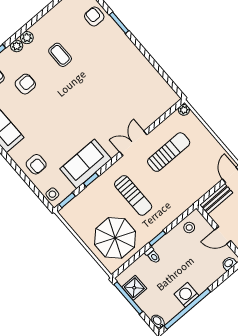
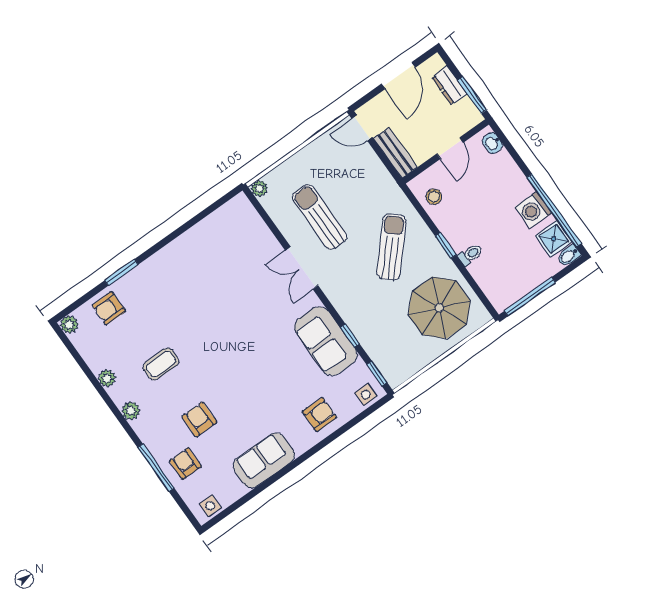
plant: (17, 46) -> (107, 378), moved
sun lounger: (133, 195) -> (391, 247), moved, turned -48
shower: (134, 288) -> (554, 239), moved

